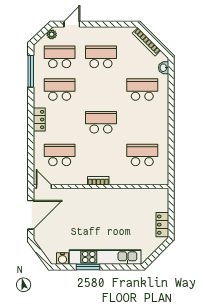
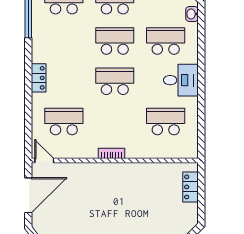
school desk: (60, 90) -> (115, 41), moved
desk: (155, 121) -> (181, 80), added
locker: (162, 225) -> (190, 187), moved

